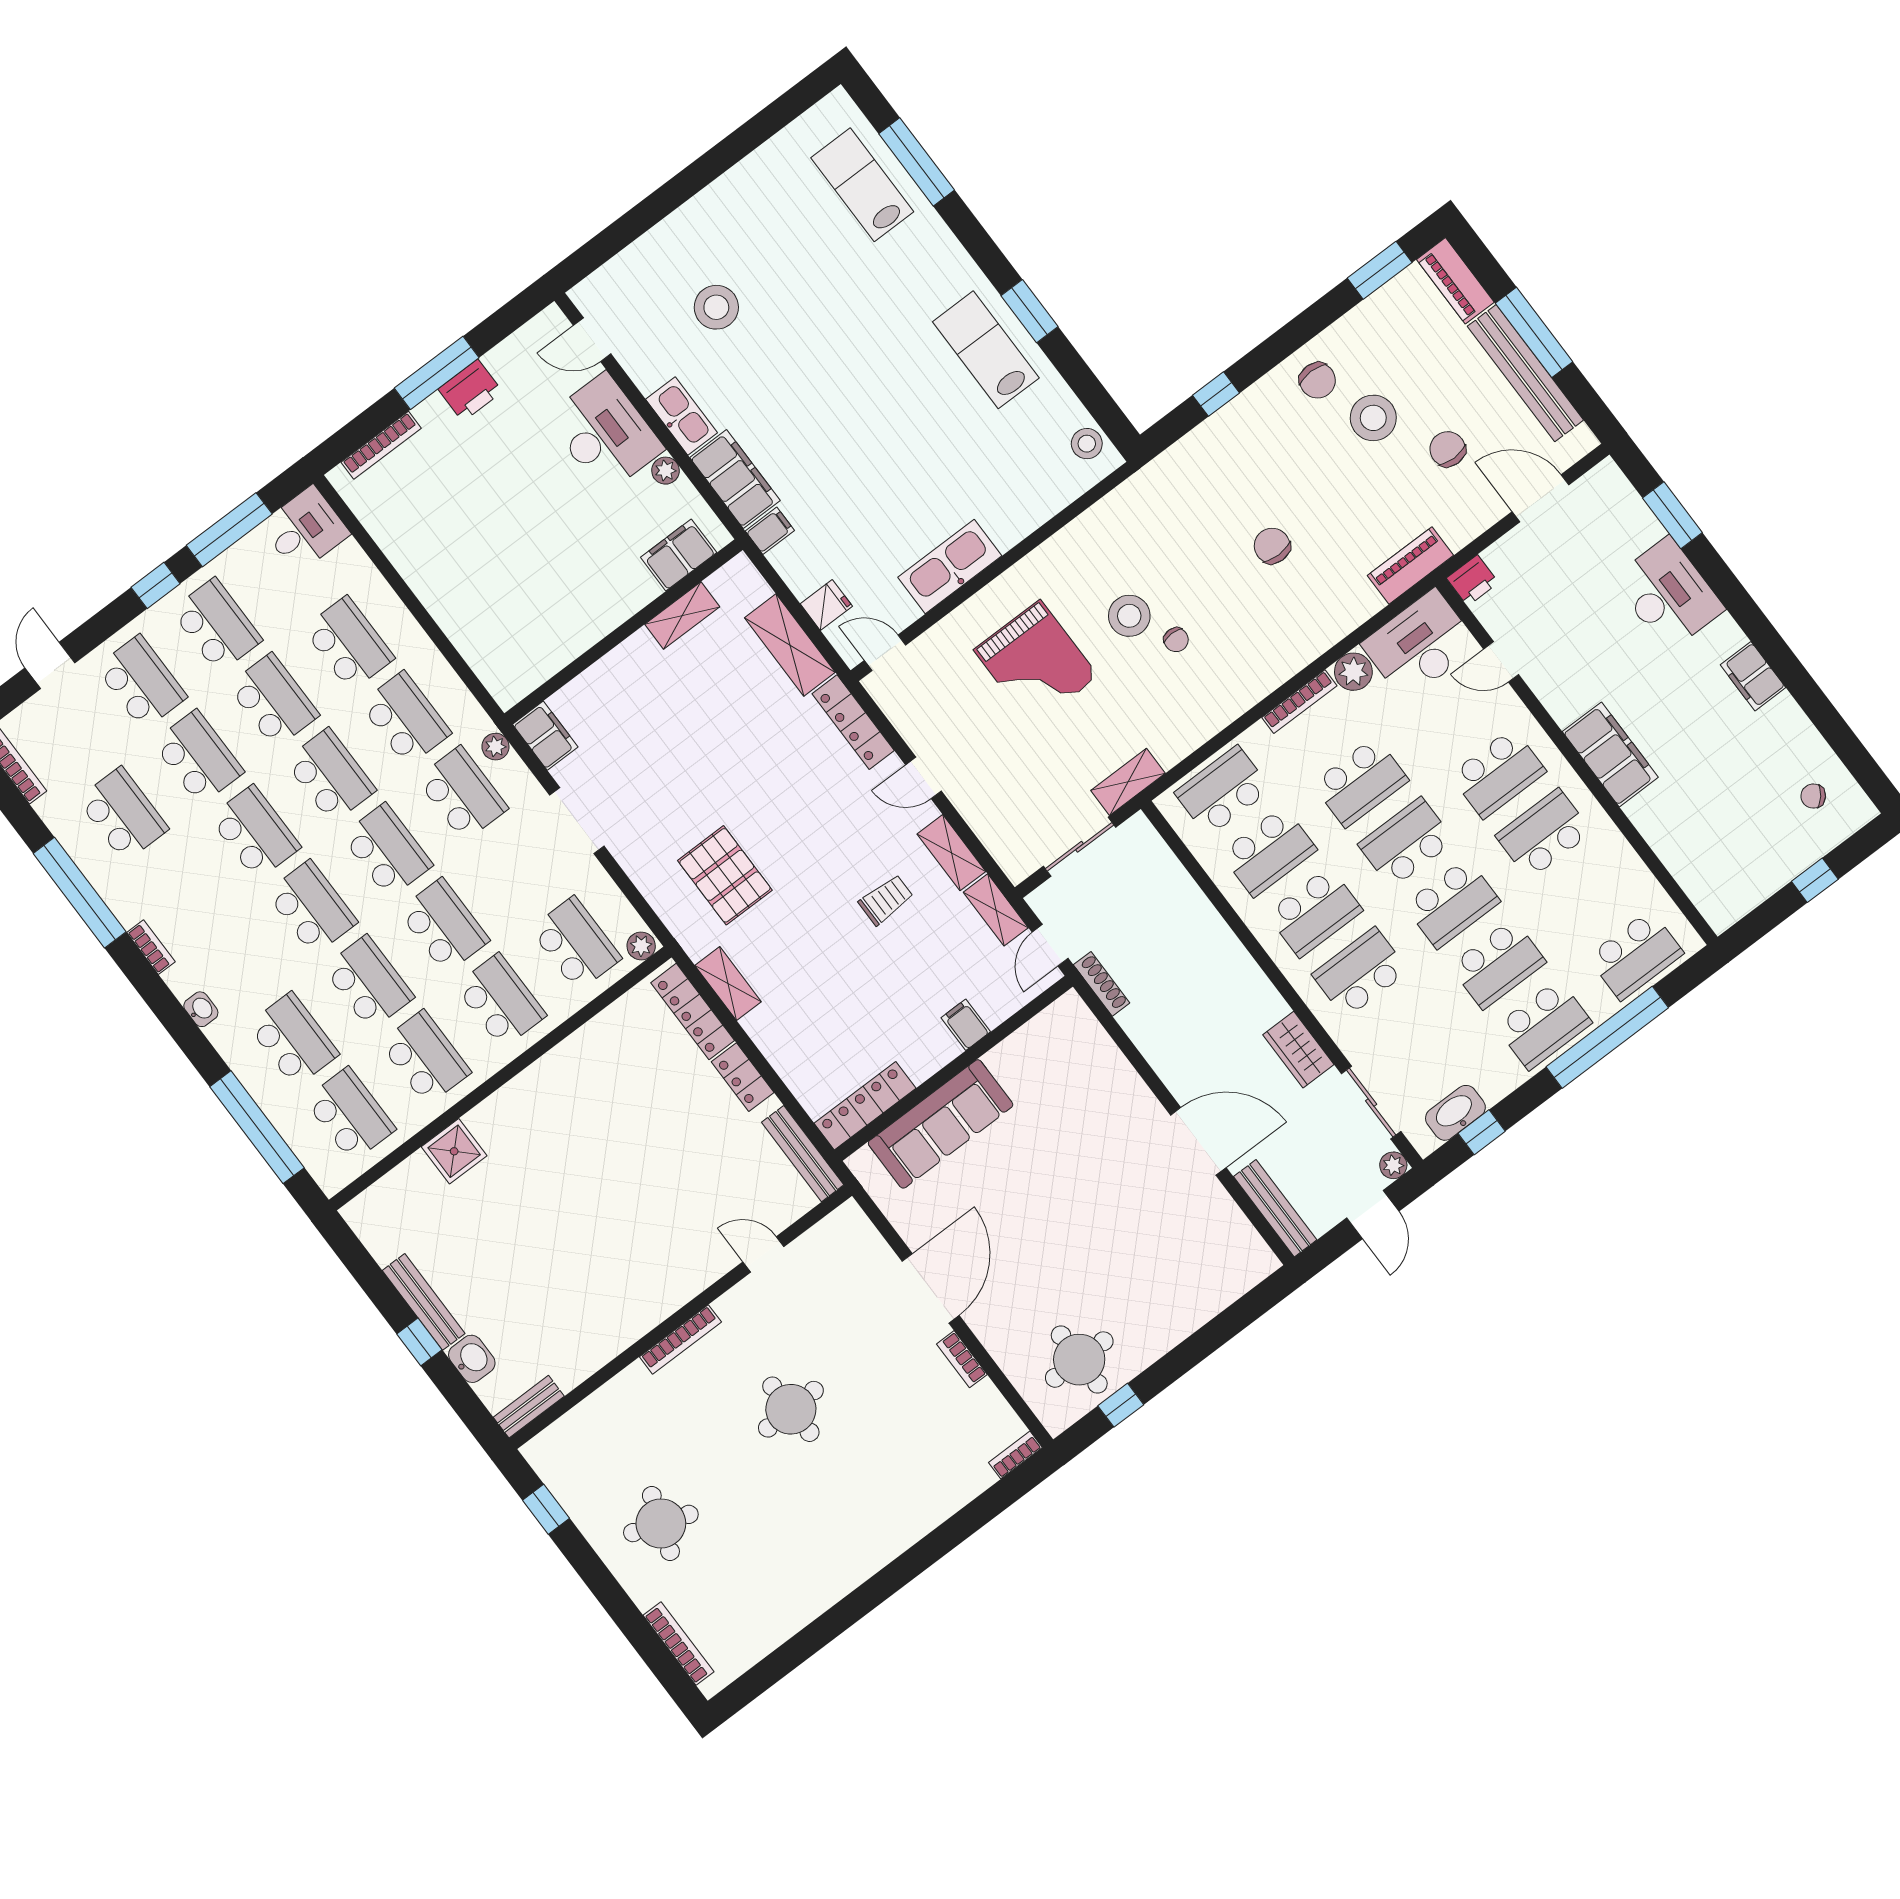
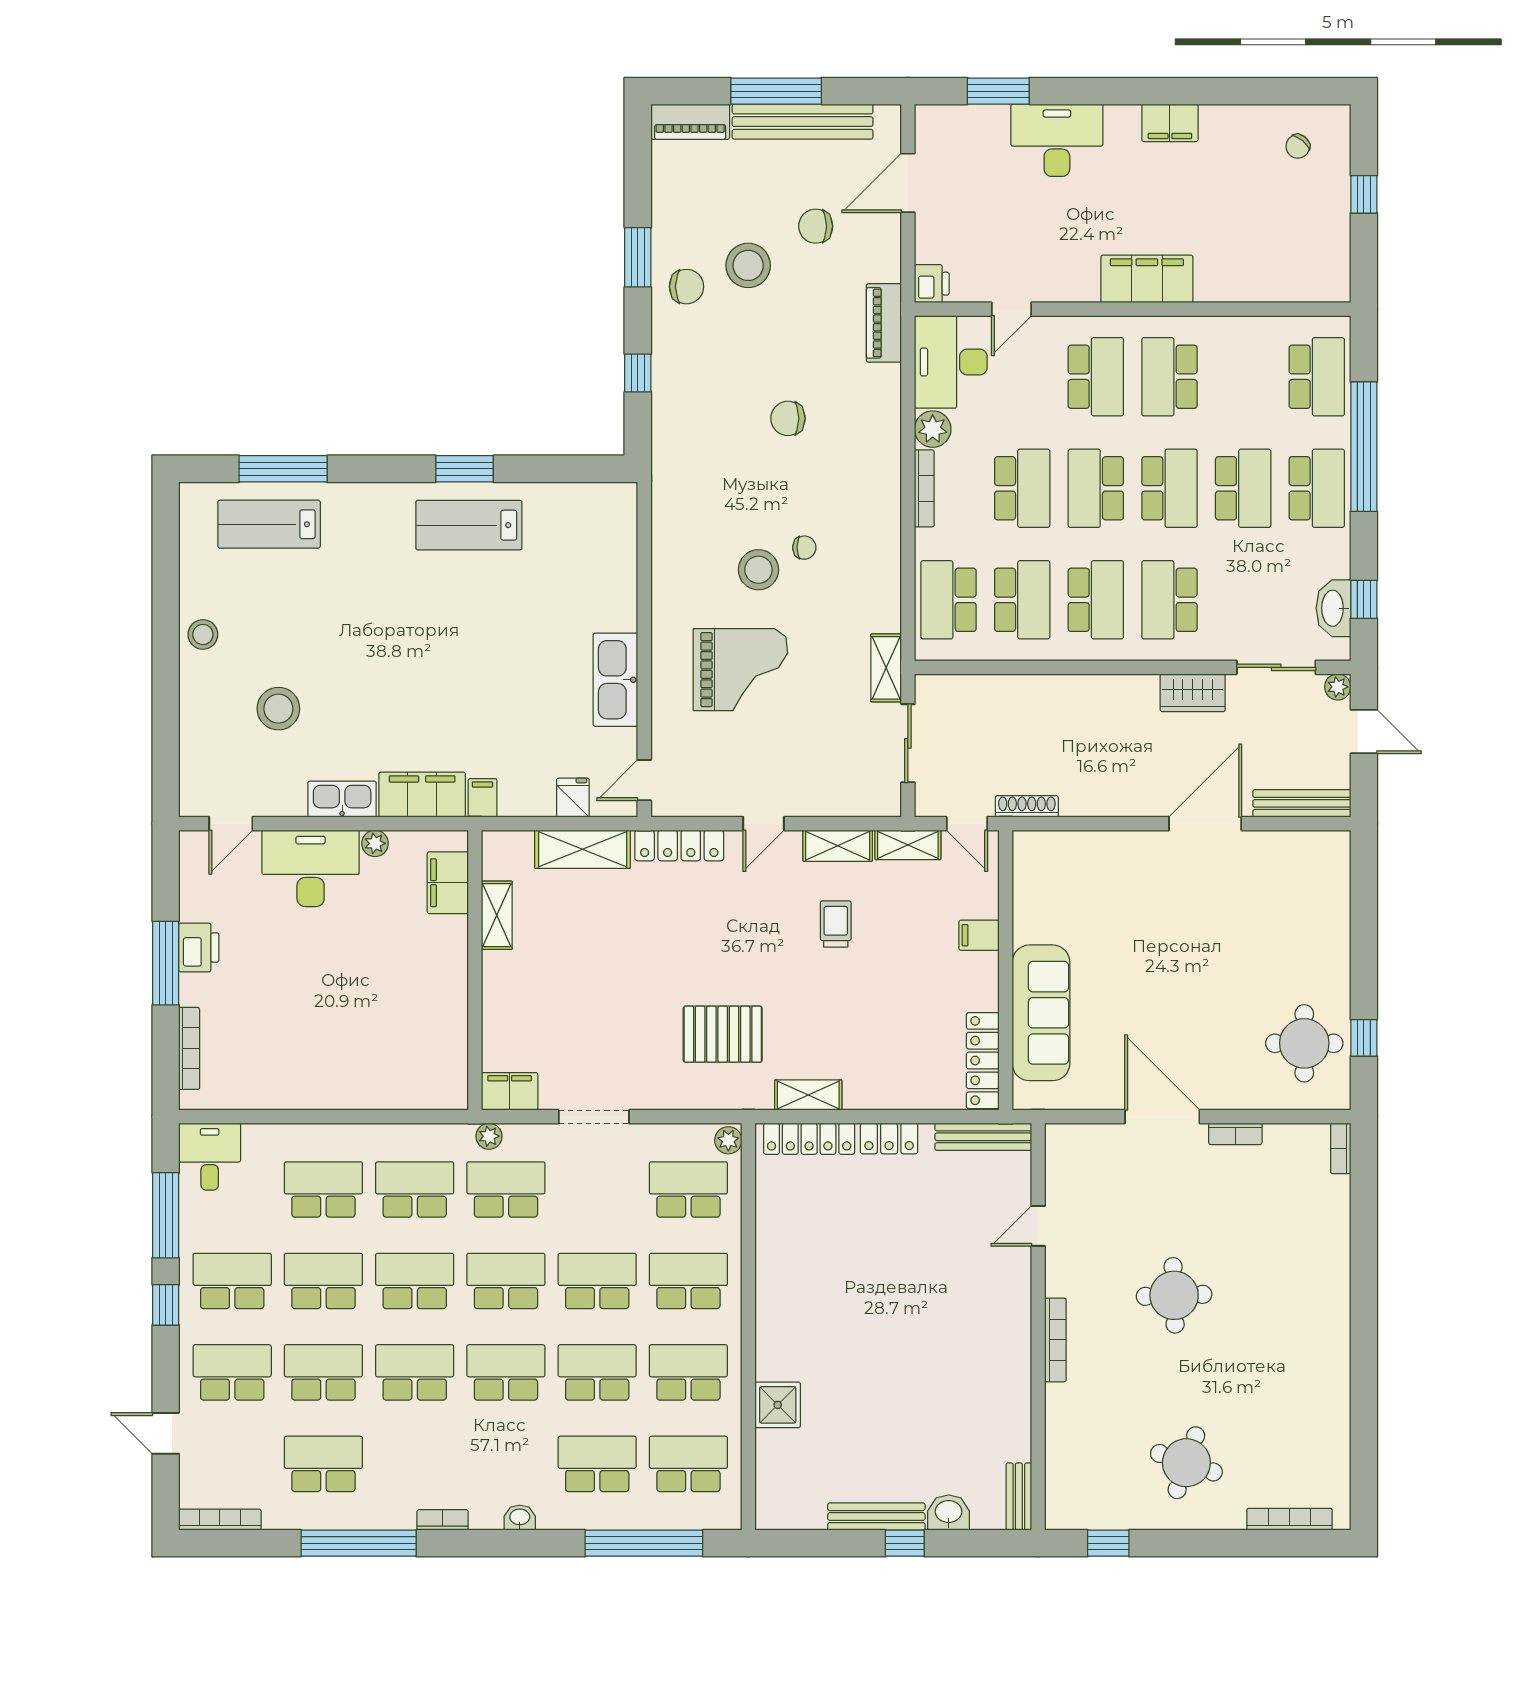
window: (1380, 270) -> (638, 257), moved
stool: (1087, 444) -> (203, 634), moved

